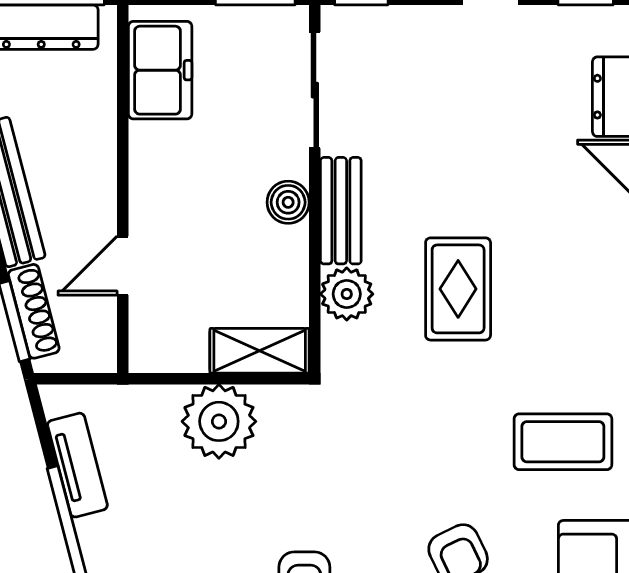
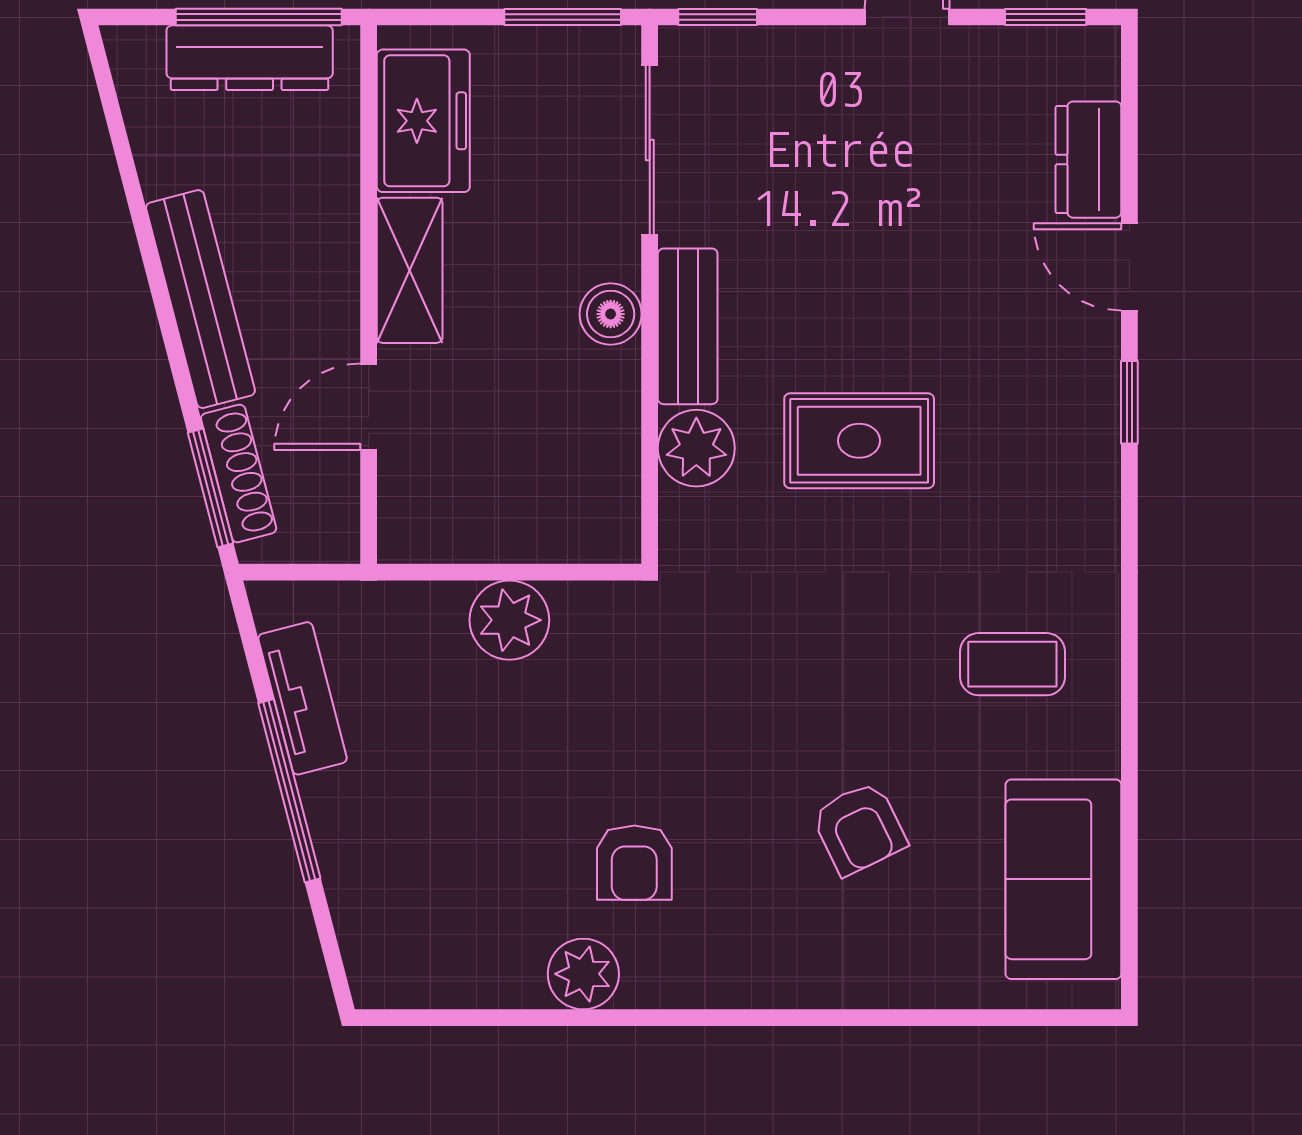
rug: (458, 289) -> (859, 441), turned 90
shelving: (260, 351) -> (410, 270), moved, turned 90
plant: (219, 421) -> (509, 620), width x0.73, depth x0.73
coffee table: (563, 442) -> (1012, 664), width x0.73, depth x0.77

